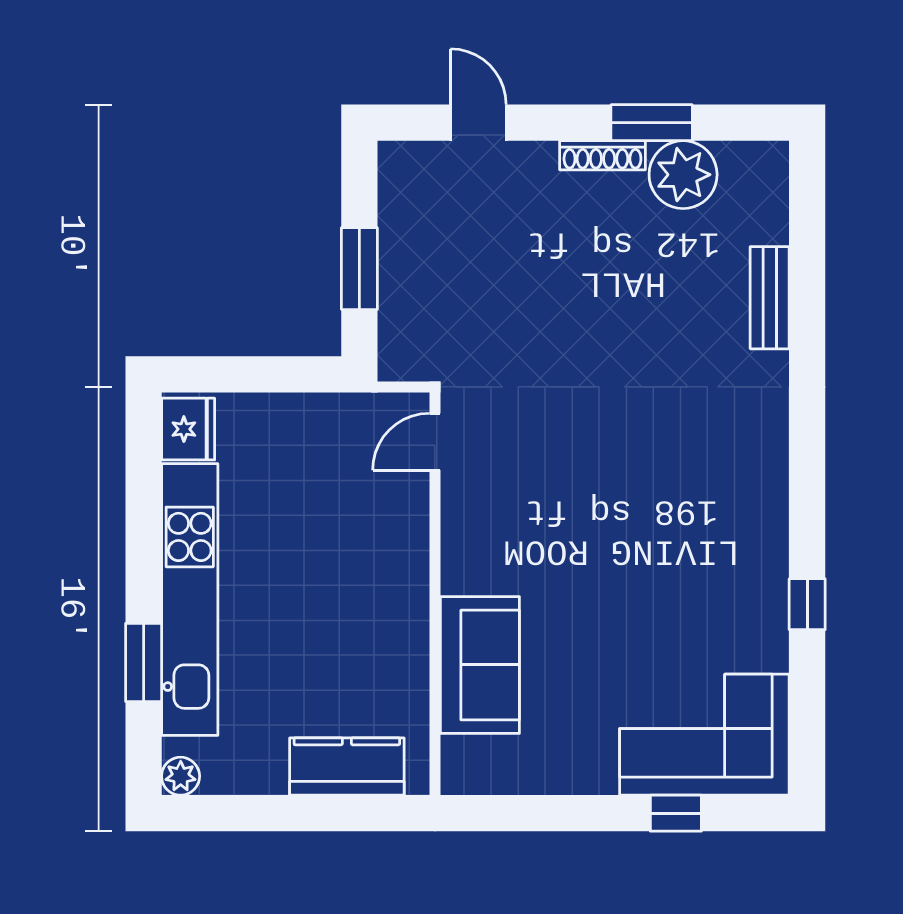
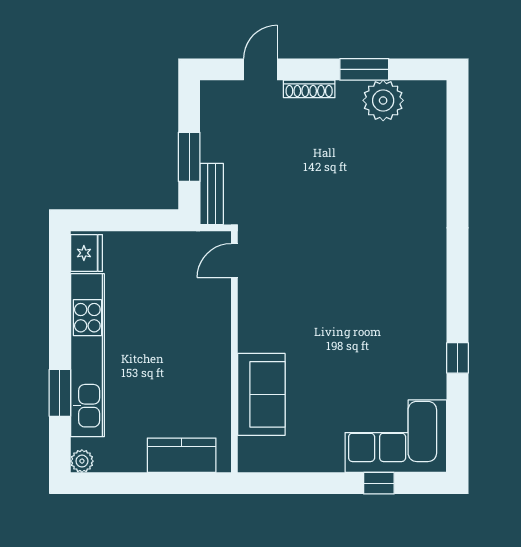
door: (478, 123) -> (260, 69), hinge flipped
shoe rack: (602, 155) -> (309, 89), moved
bench: (770, 298) -> (212, 194), moved

